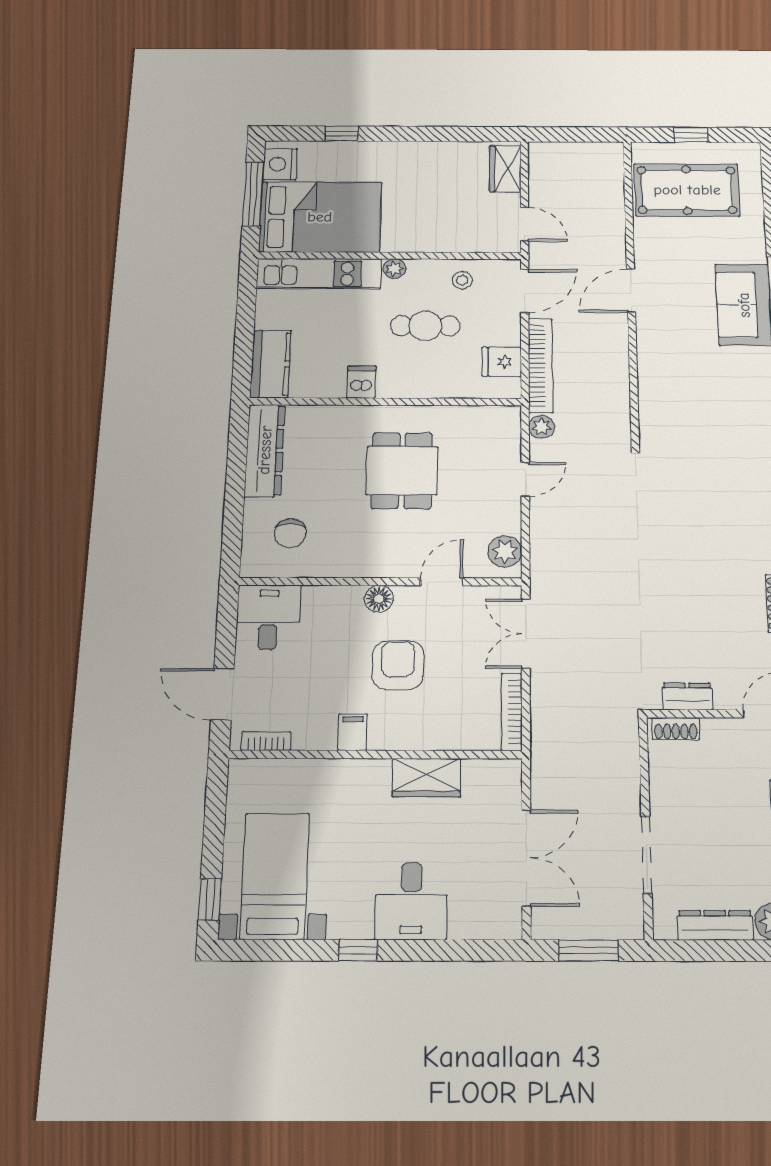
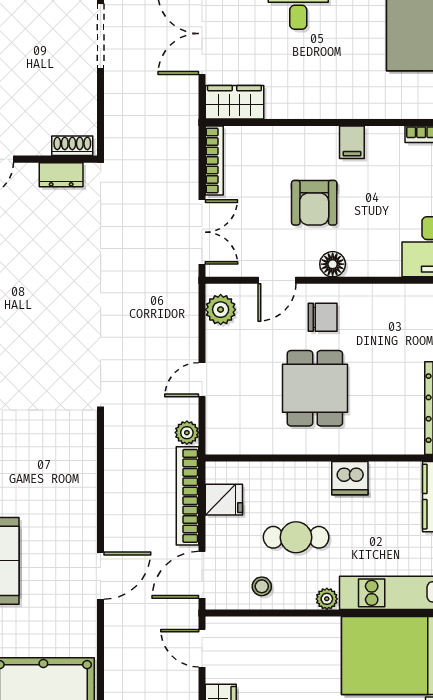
dishwasher: (361, 382) -> (350, 478), width x1.38
chair: (290, 533) -> (323, 317), moved, turned 90
wardrobe: (426, 778) -> (234, 102), moved

